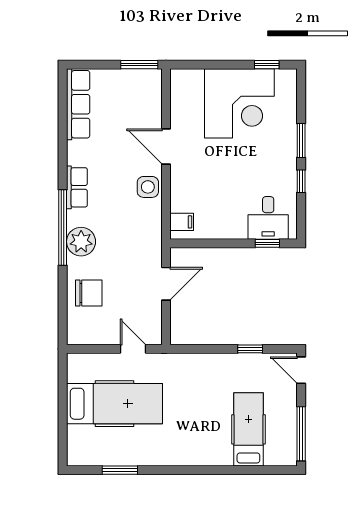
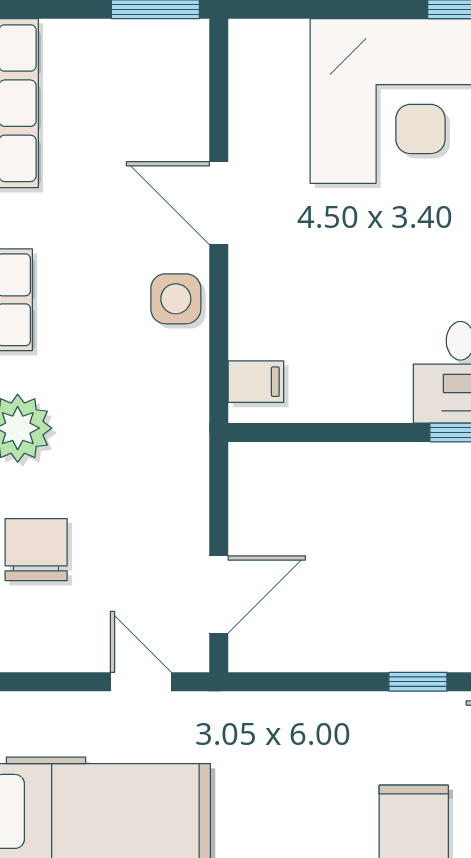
door: (166, 284) -> (219, 594), moved
chair: (89, 293) -> (36, 550), turned -90

